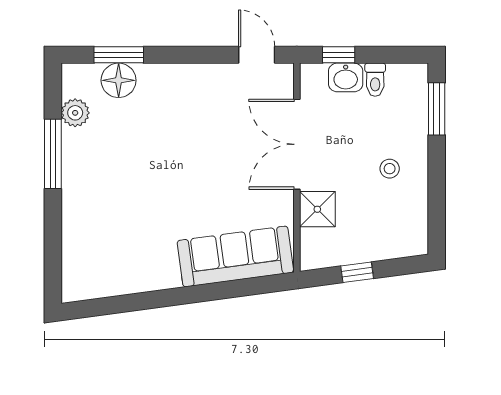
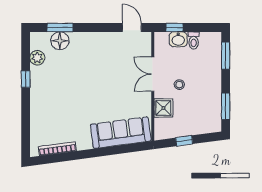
double door: (297, 144) -> (153, 74), width x0.73
window: (53, 154) -> (26, 79), width x0.46
stool: (390, 169) -> (179, 85), moved
window: (437, 206) -> (226, 106), added
bookcase: (114, 287) -> (57, 149), added

